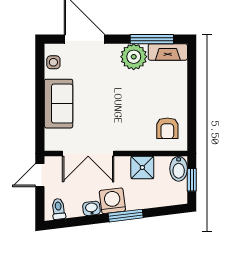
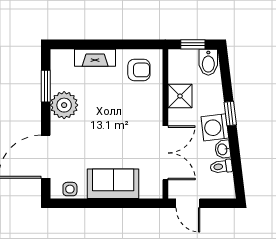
window: (152, 39) -> (46, 86), width x0.69
fireplace: (168, 52) -> (95, 58), moved, turned 90
bidet: (179, 169) -> (208, 62), moved, turned 90
toilet: (58, 209) -> (221, 166), moved
window: (126, 216) -> (230, 113), width x0.67

